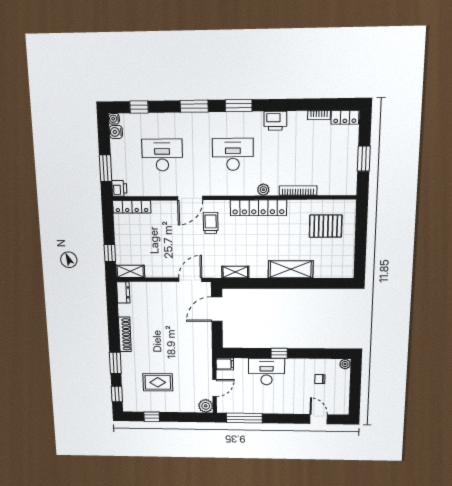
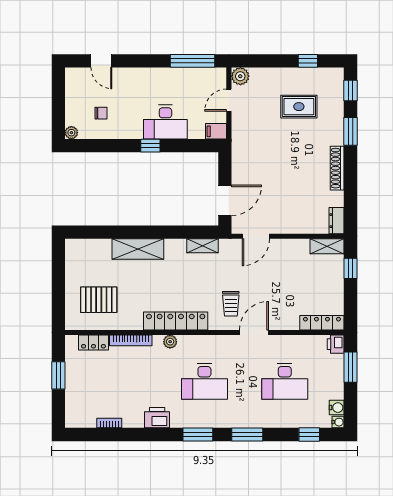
locker: (345, 117) -> (93, 342), moved, turned 180

